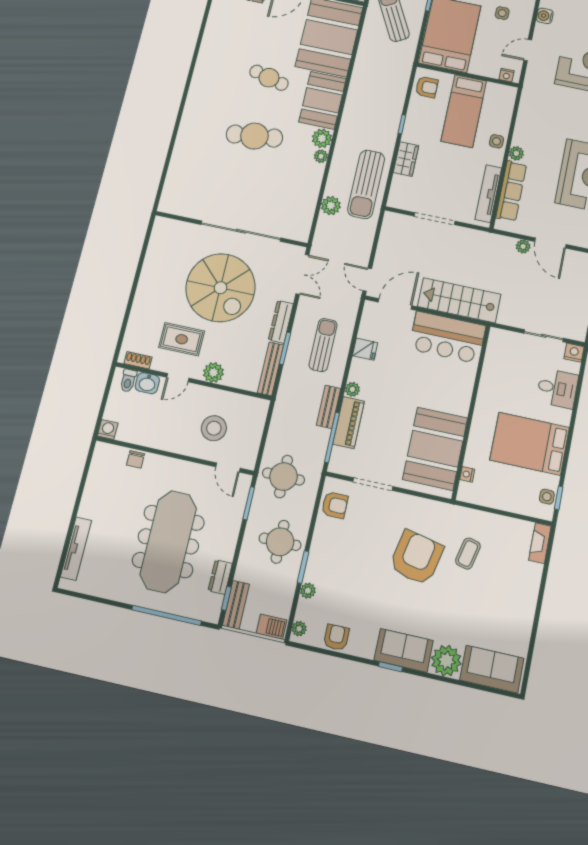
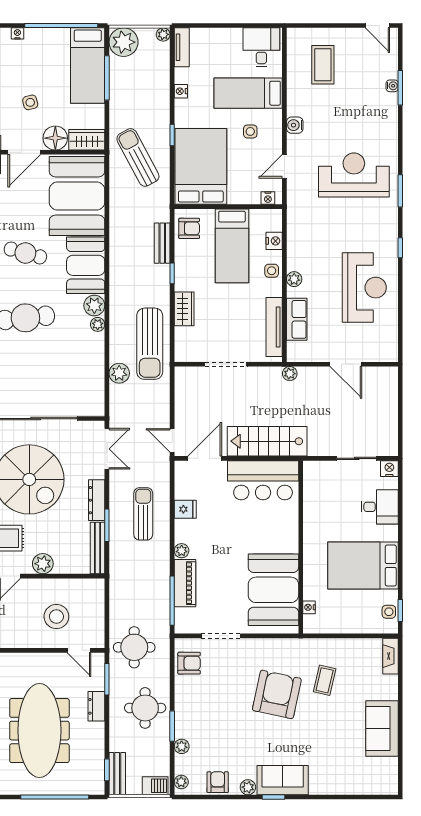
nightstand: (505, 115) -> (274, 241), added
row of seats: (511, 191) -> (297, 319), width x0.68
plant: (523, 246) -> (290, 374), moved
bench: (329, 407) -> (162, 243), moved
dresser: (220, 577) -> (96, 706), moved
plant: (446, 661) -> (248, 787), moved, width x0.53, depth x0.53
sofa: (492, 669) -> (382, 728), moved, turned -90

